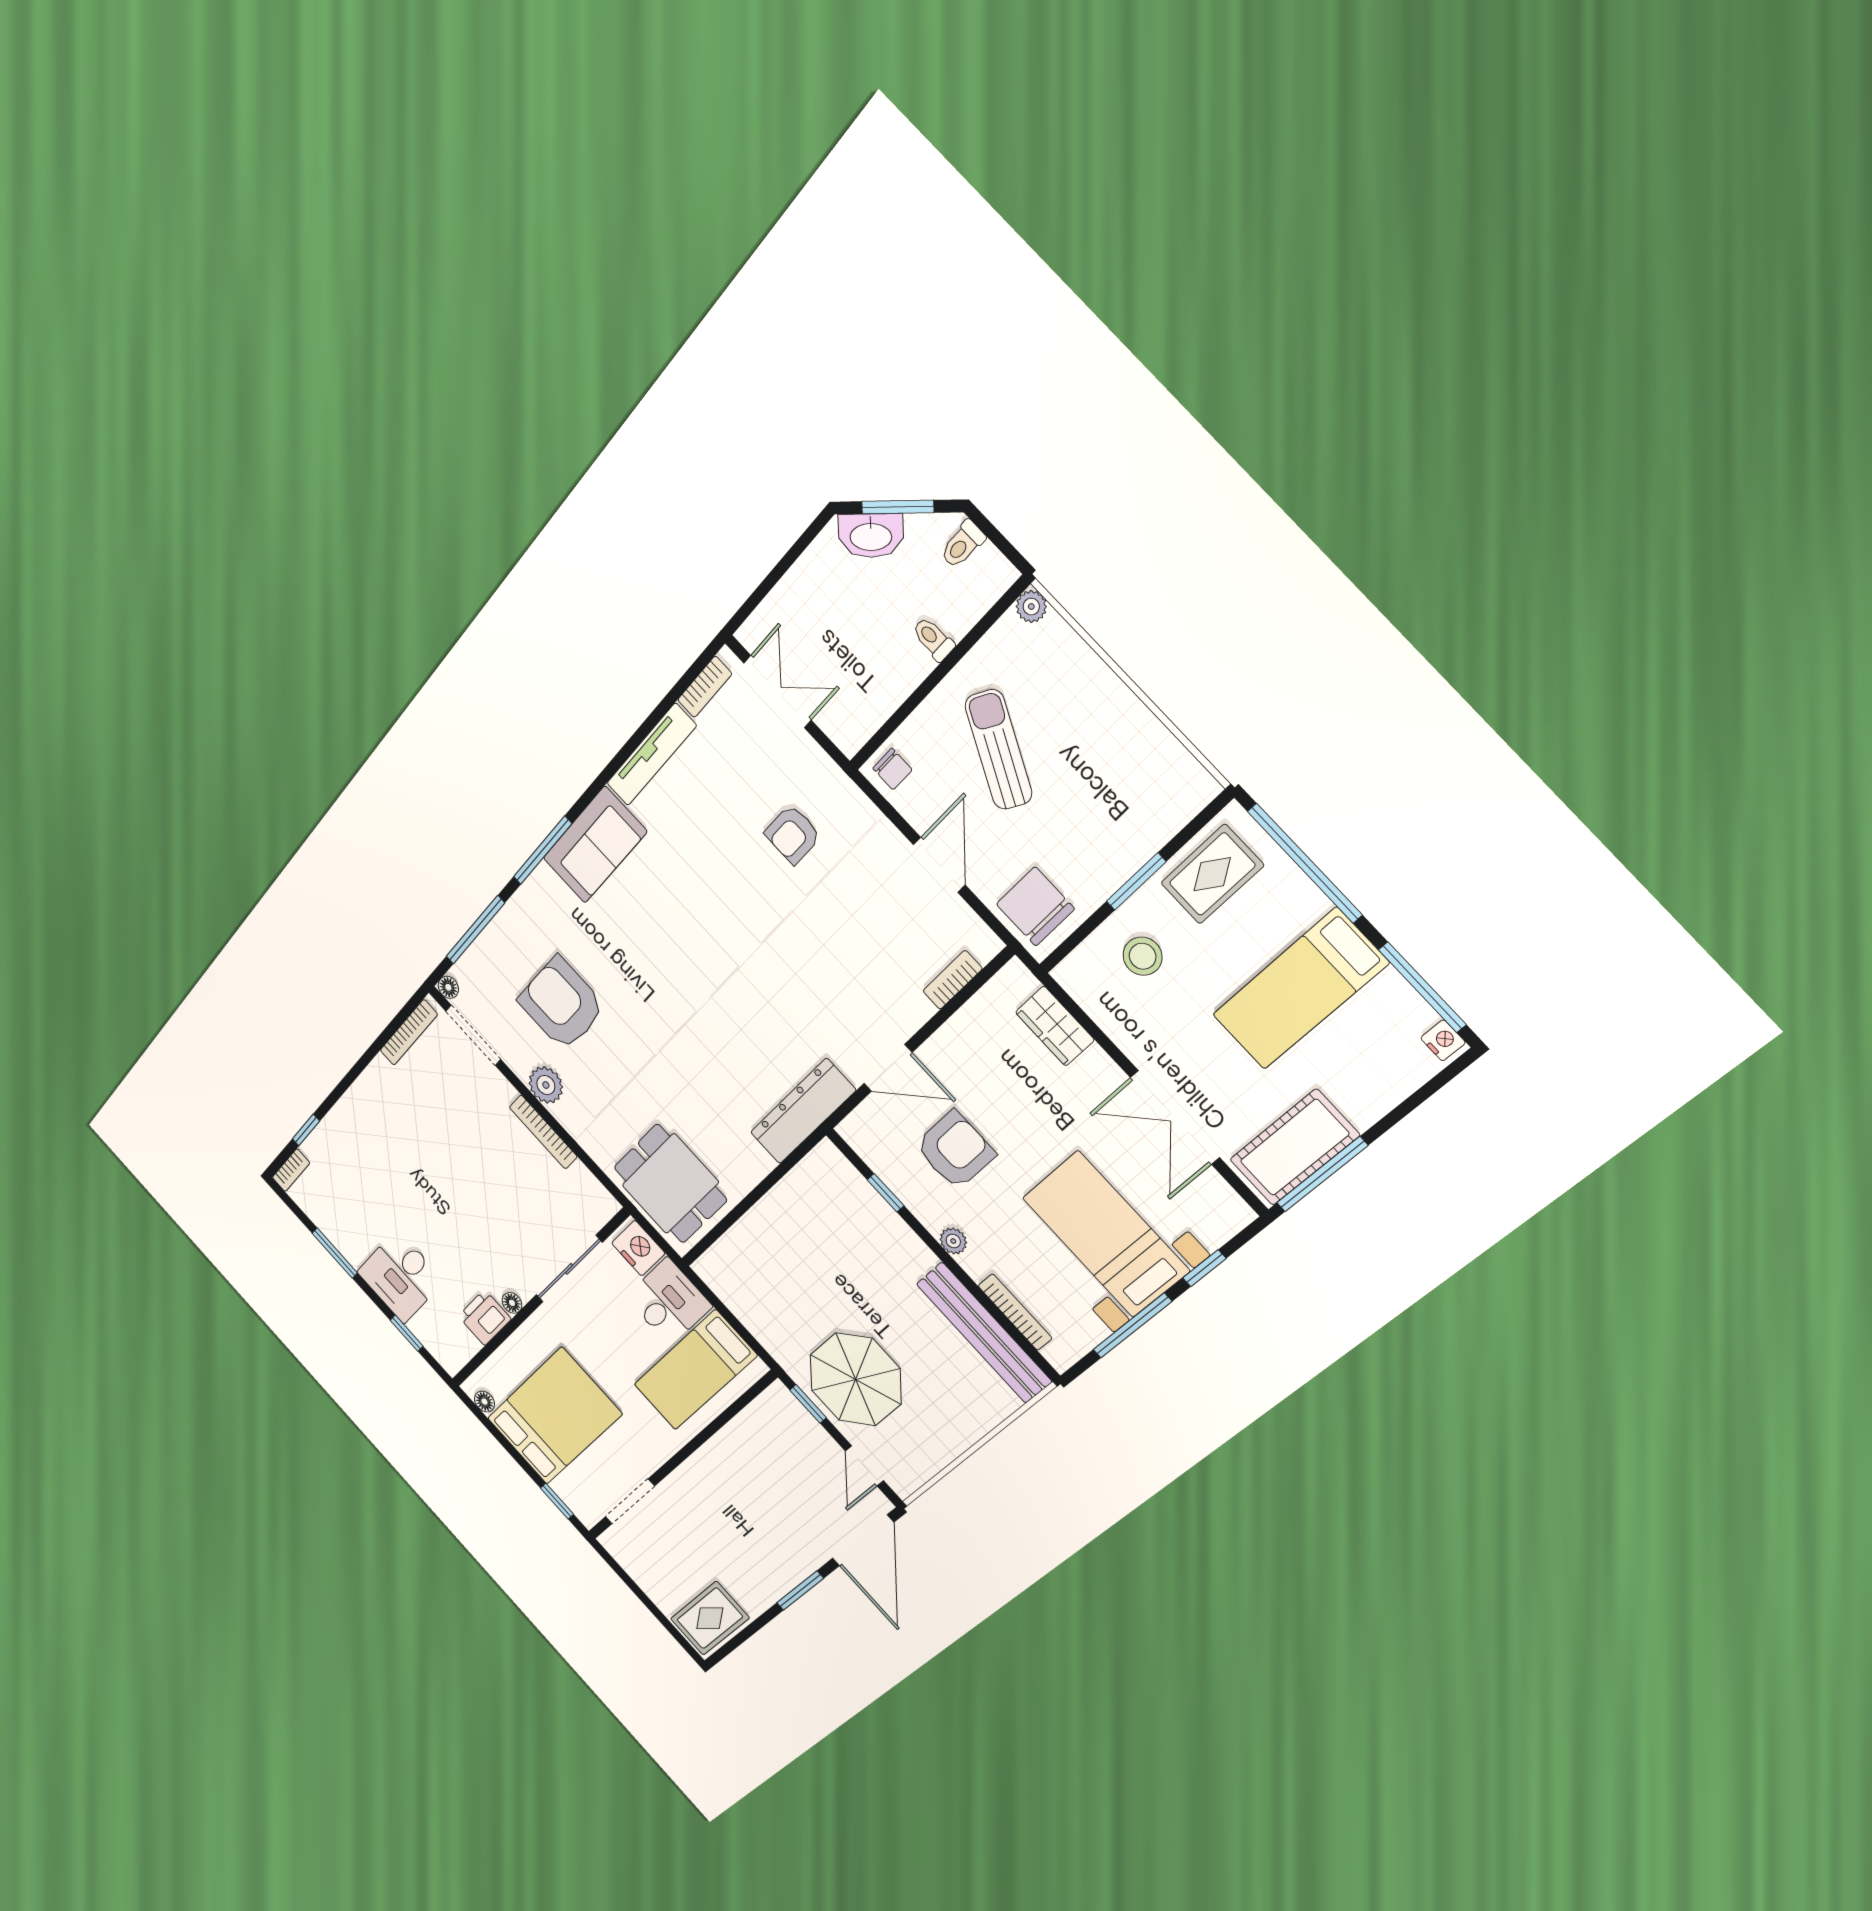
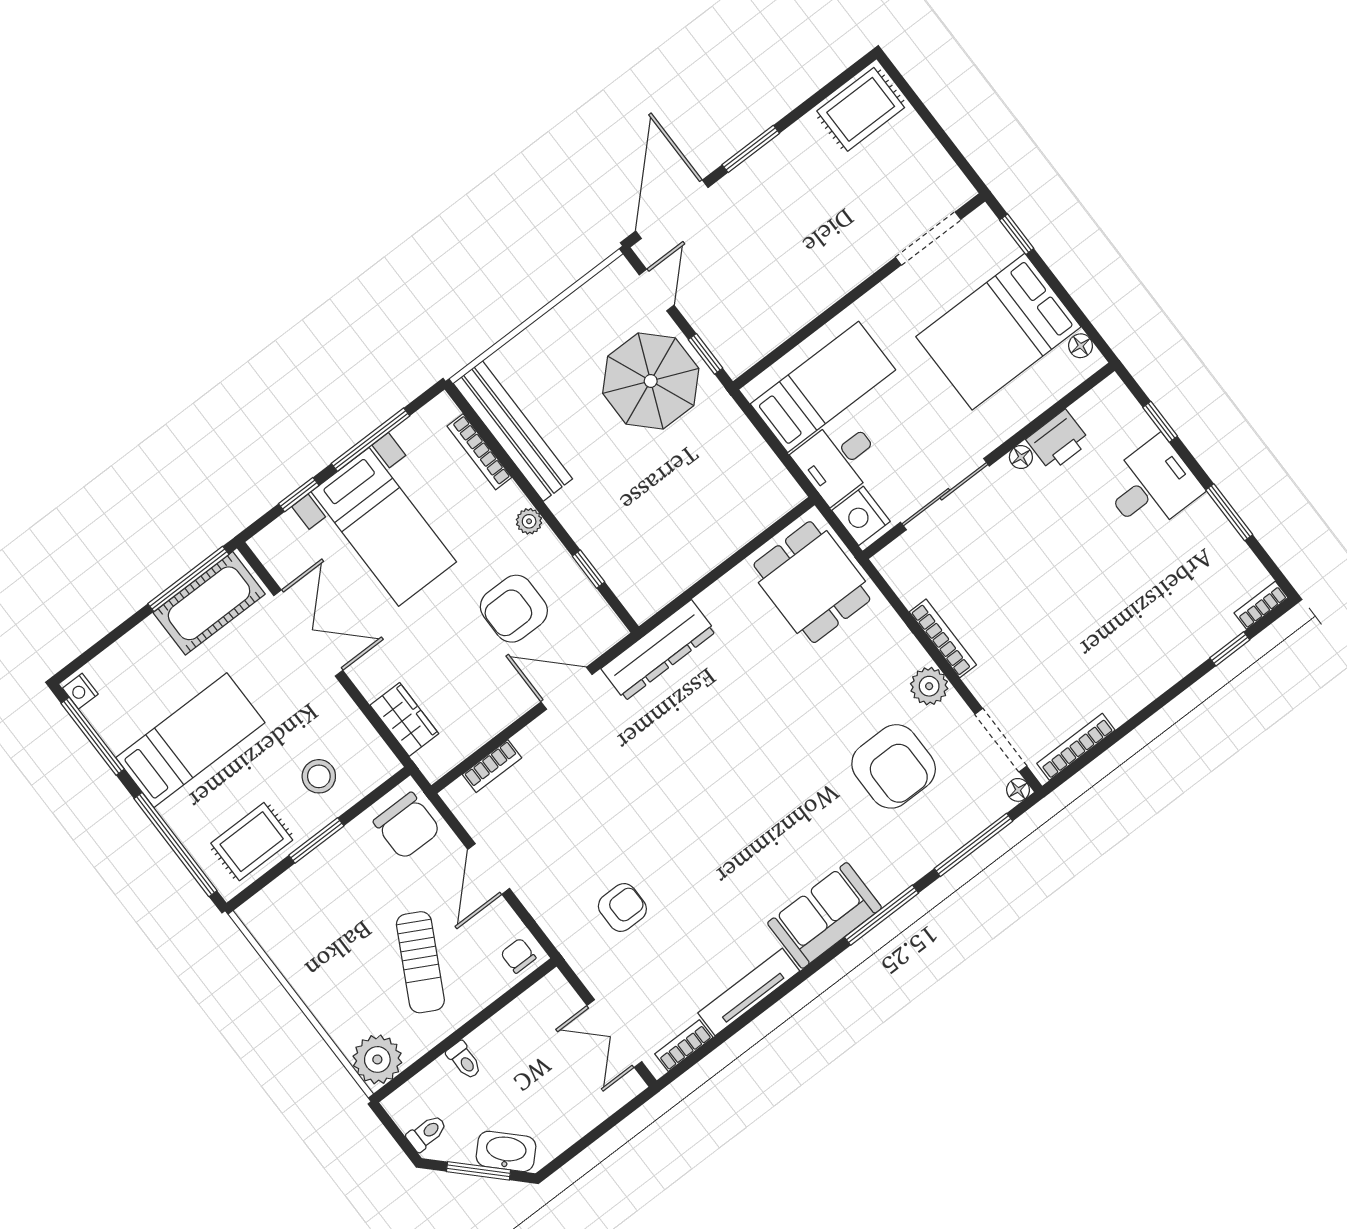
plant: (1031, 607) -> (377, 1059), width x1.88, depth x1.88

